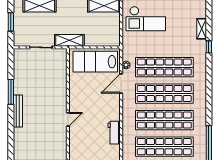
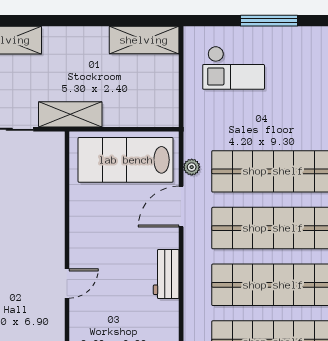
checkout: (146, 19) -> (234, 68), width x0.73, depth x0.83
workbench: (114, 133) -> (166, 274), moved

